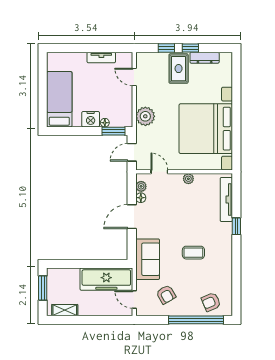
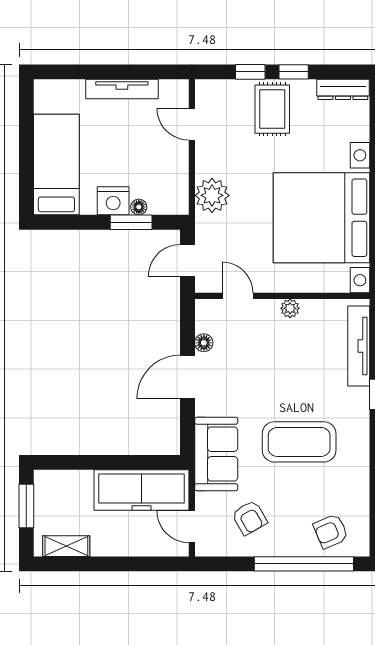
tv unit: (101, 57) -> (122, 89), width x1.41
dresser: (205, 58) -> (343, 89), moved
window: (113, 131) -> (131, 222), moved
plant: (141, 186) -> (204, 322), removed
coffee table: (193, 253) -> (299, 442), width x1.86, depth x1.72

